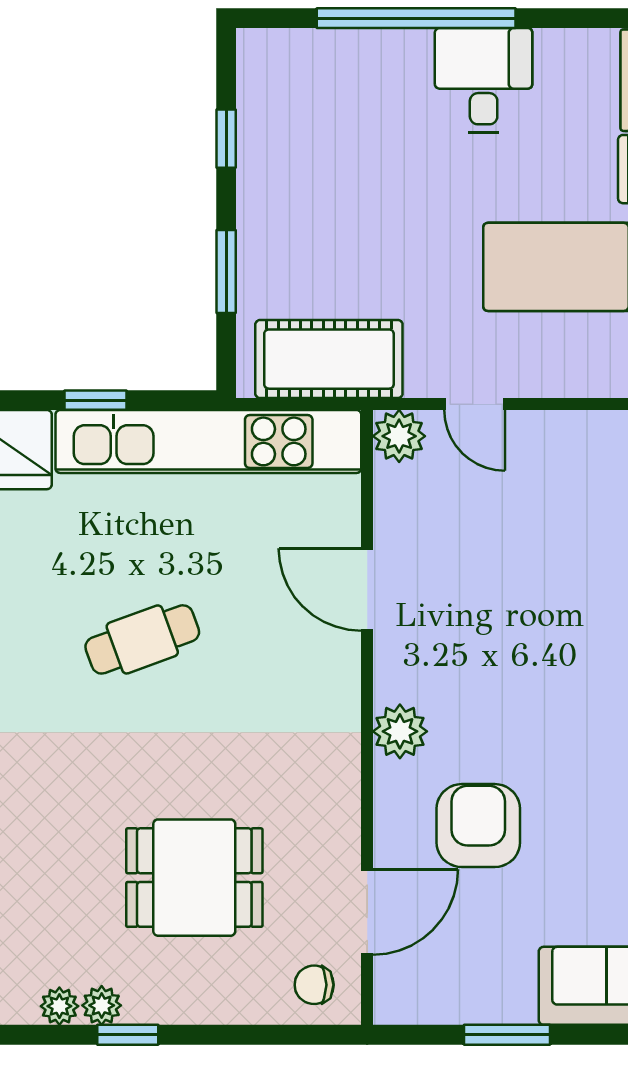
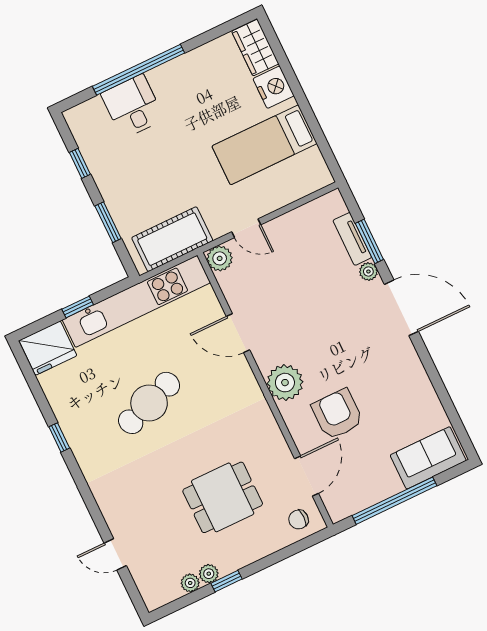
desk: (484, 80) -> (133, 106), moved
cafe table: (142, 639) -> (149, 403), width x1.37, depth x1.35
plant: (400, 731) -> (285, 383), width x1.36, depth x1.36
window: (507, 1035) -> (394, 501), width x2.11

